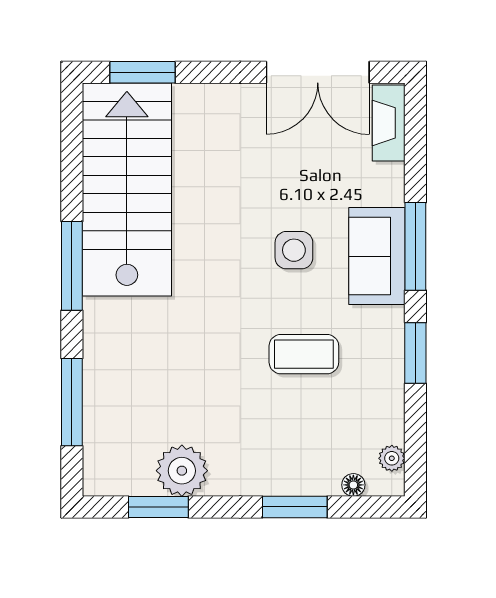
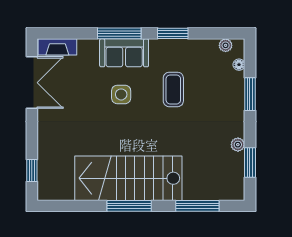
window: (142, 72) -> (32, 170), width x0.67
stairs: (127, 189) -> (128, 178), moved
plant: (182, 471) -> (238, 145), width x0.53, depth x0.53

